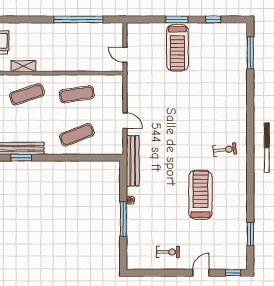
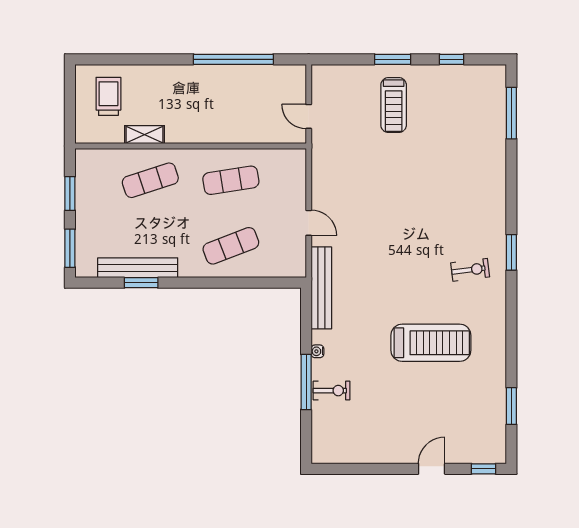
treadmill: (177, 48) -> (394, 105), width x0.73, depth x0.73
window: (250, 139) -> (511, 252), added
treadmill: (200, 195) -> (431, 343), turned 90
exercise bike: (168, 252) -> (332, 391), moved

